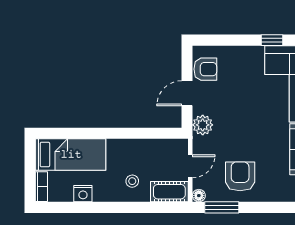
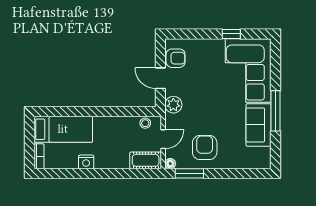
door: (187, 93) -> (160, 78), hinge flipped
stool: (132, 181) -> (145, 123), moved
nightstand: (83, 194) -> (86, 162), moved

